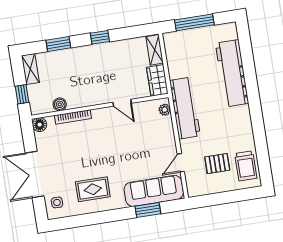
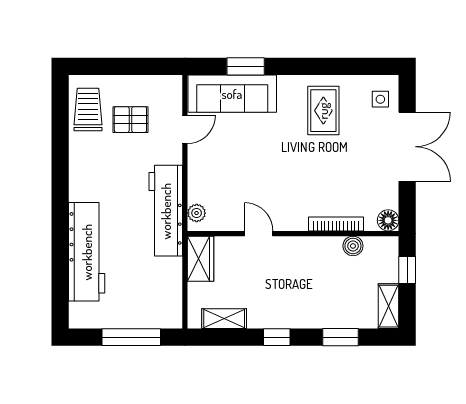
shelving: (155, 50) -> (224, 319), moved, turned 90
rug: (93, 189) -> (323, 111), turned 90

